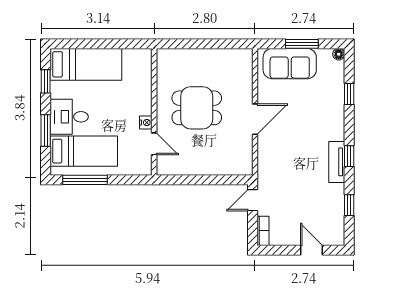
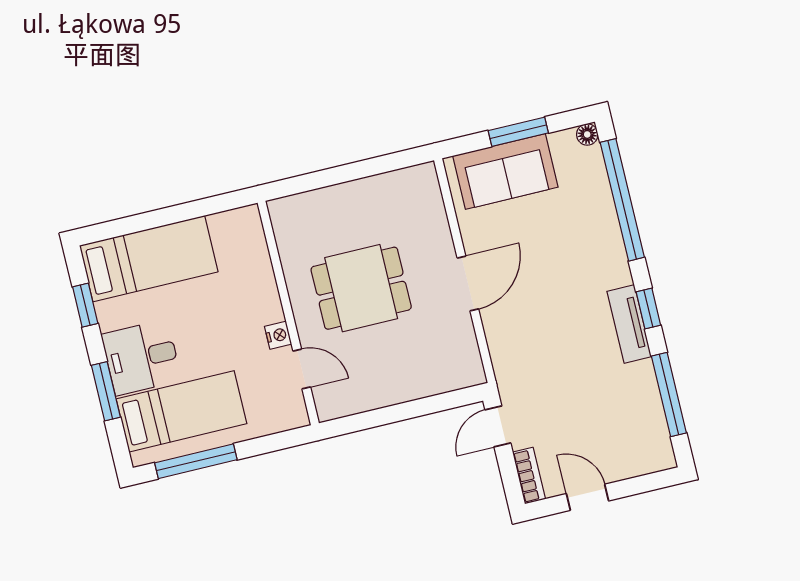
window: (349, 94) -> (622, 200), width x3.17
window: (349, 205) -> (669, 394), width x2.17
door: (312, 250) -> (588, 497), moved

